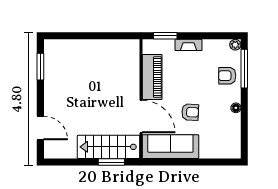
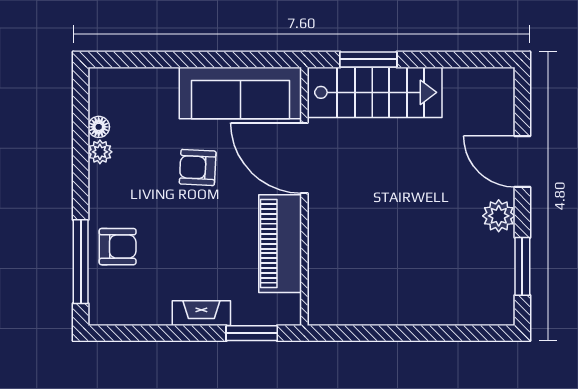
plant: (235, 45) -> (100, 152), moved
plant: (51, 90) -> (499, 216), added
floor lamp: (236, 108) -> (99, 127), moved
door: (40, 128) -> (522, 162), moved

